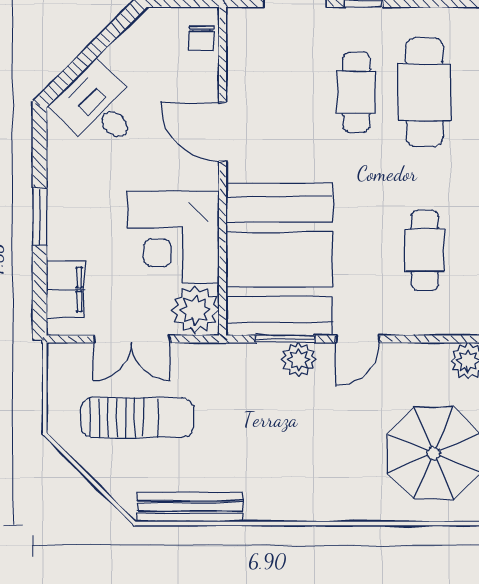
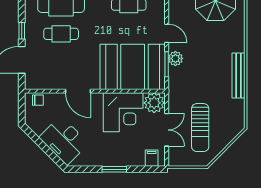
desk: (98, 108) -> (64, 140), width x1.37
door: (223, 132) -> (78, 91), hinge flipped
filing cabinet: (66, 289) -> (152, 158), width x0.50
sun lounger: (137, 418) -> (200, 128), turned 180
bench: (190, 507) -> (239, 75), moved

